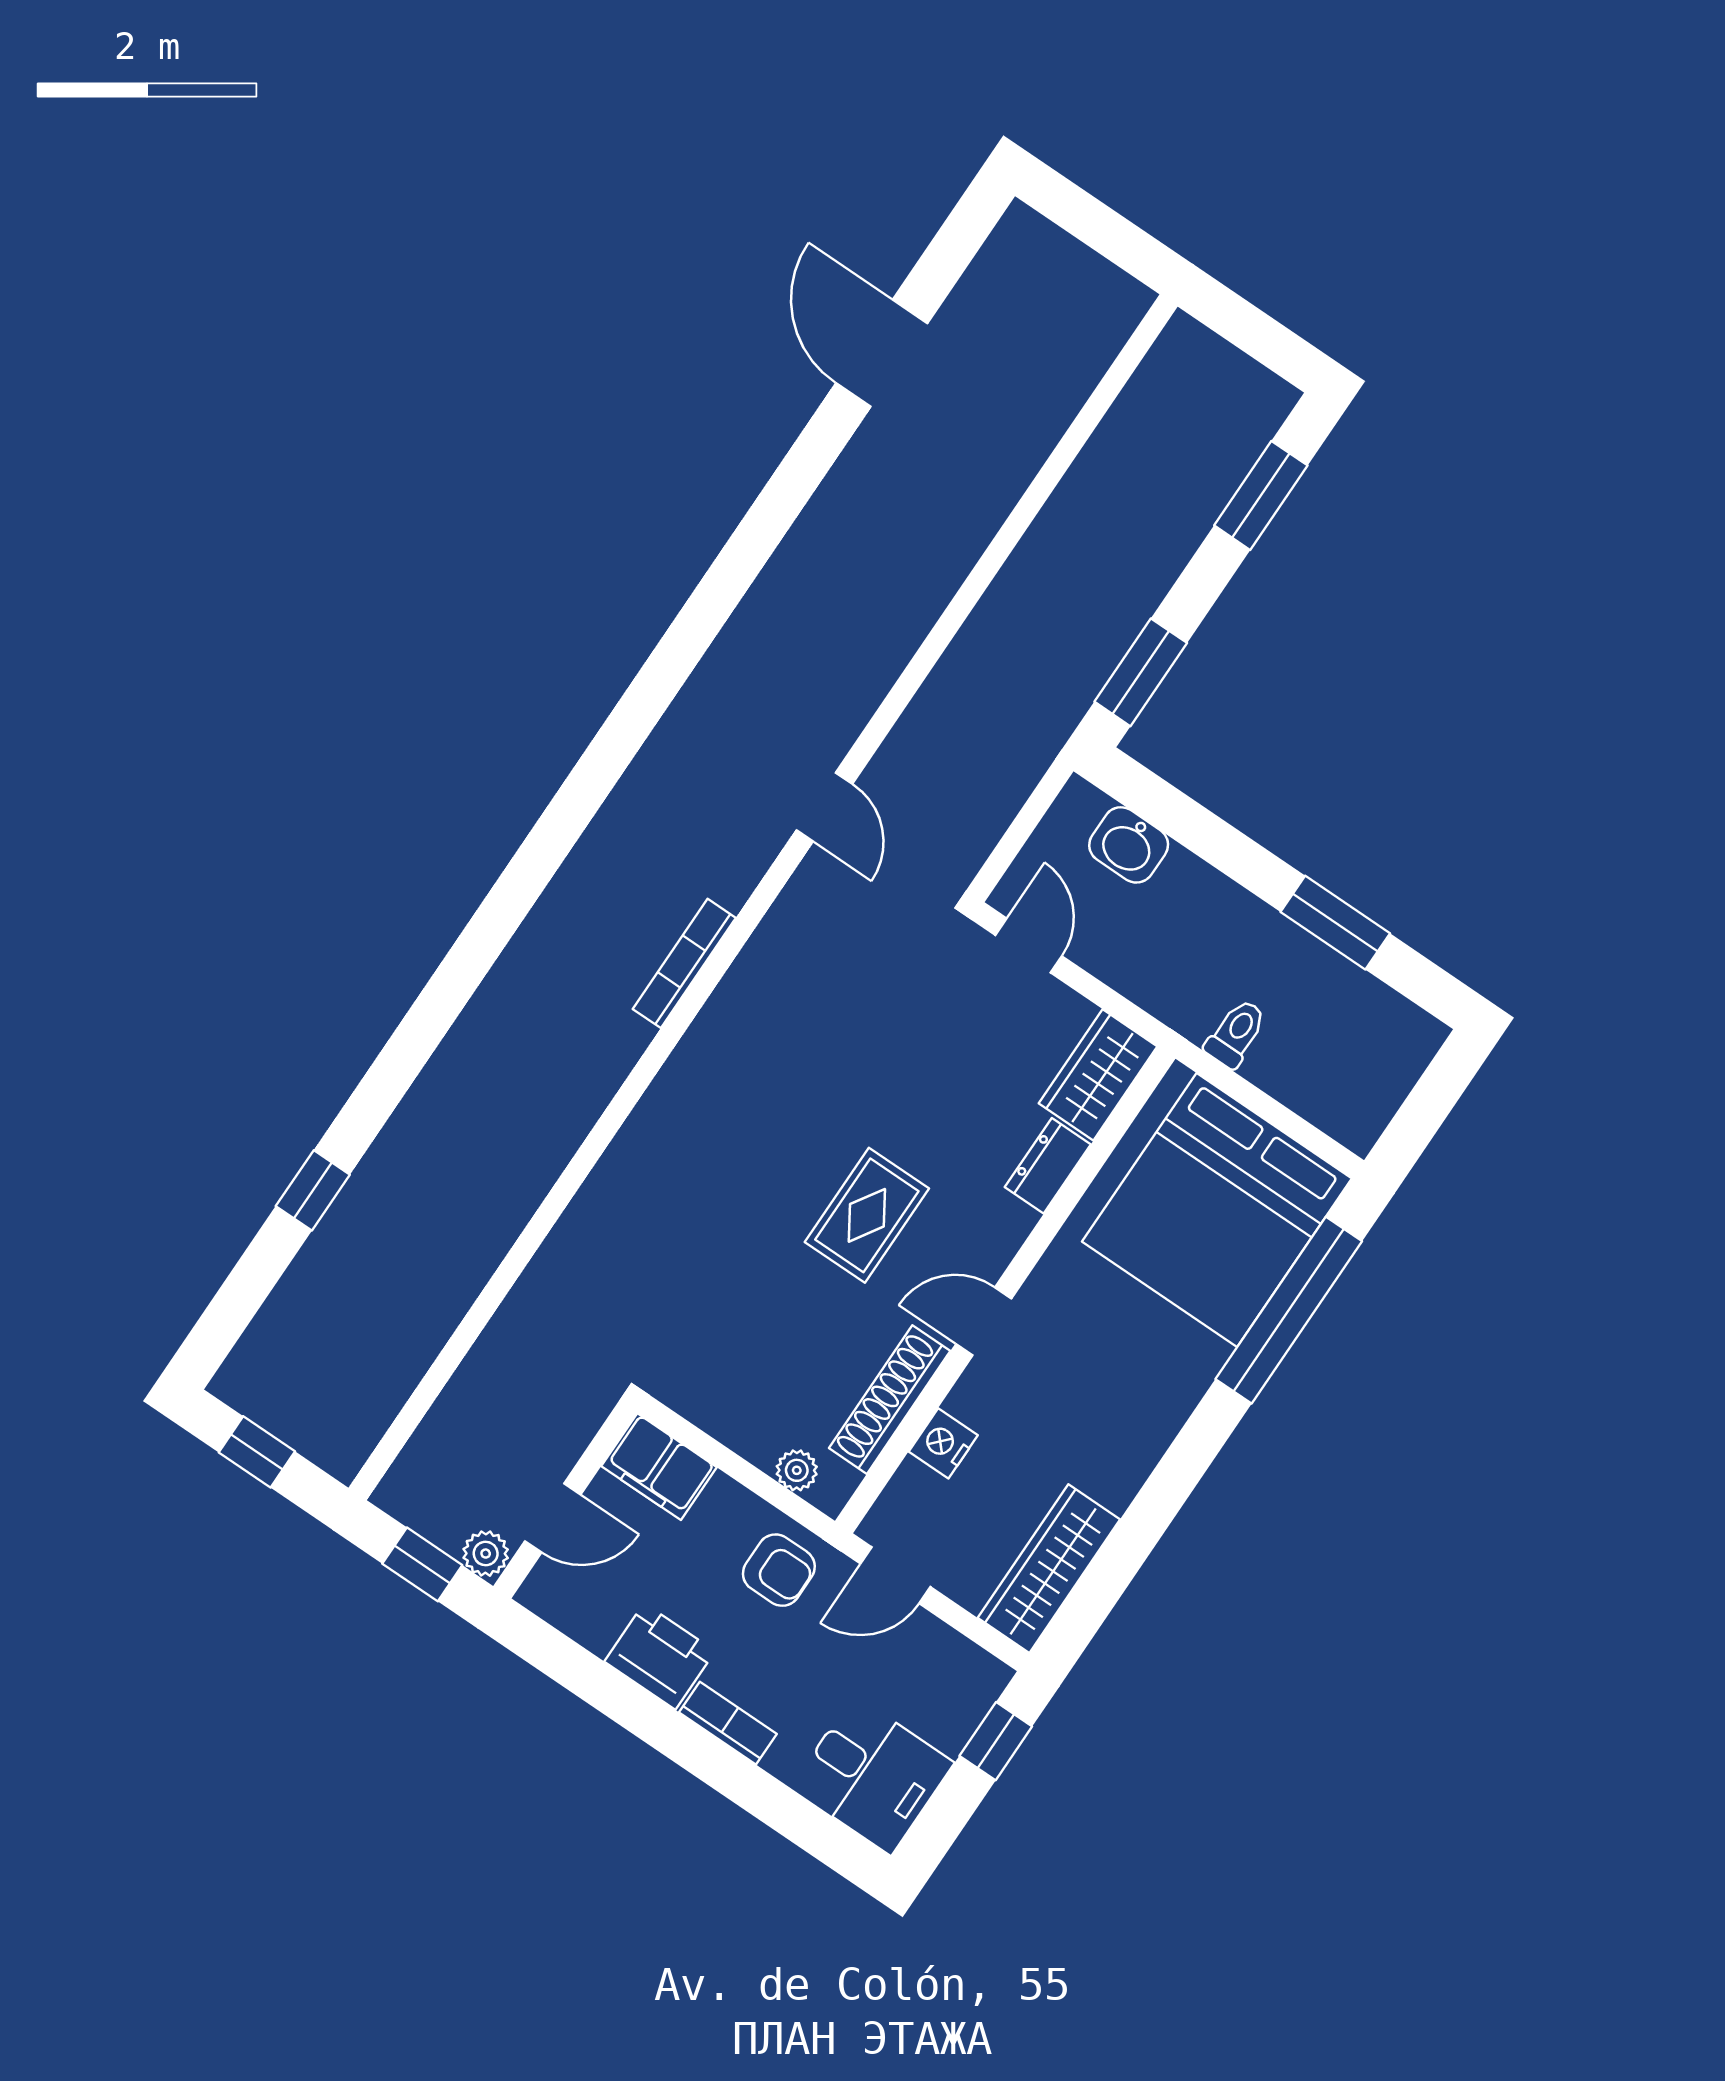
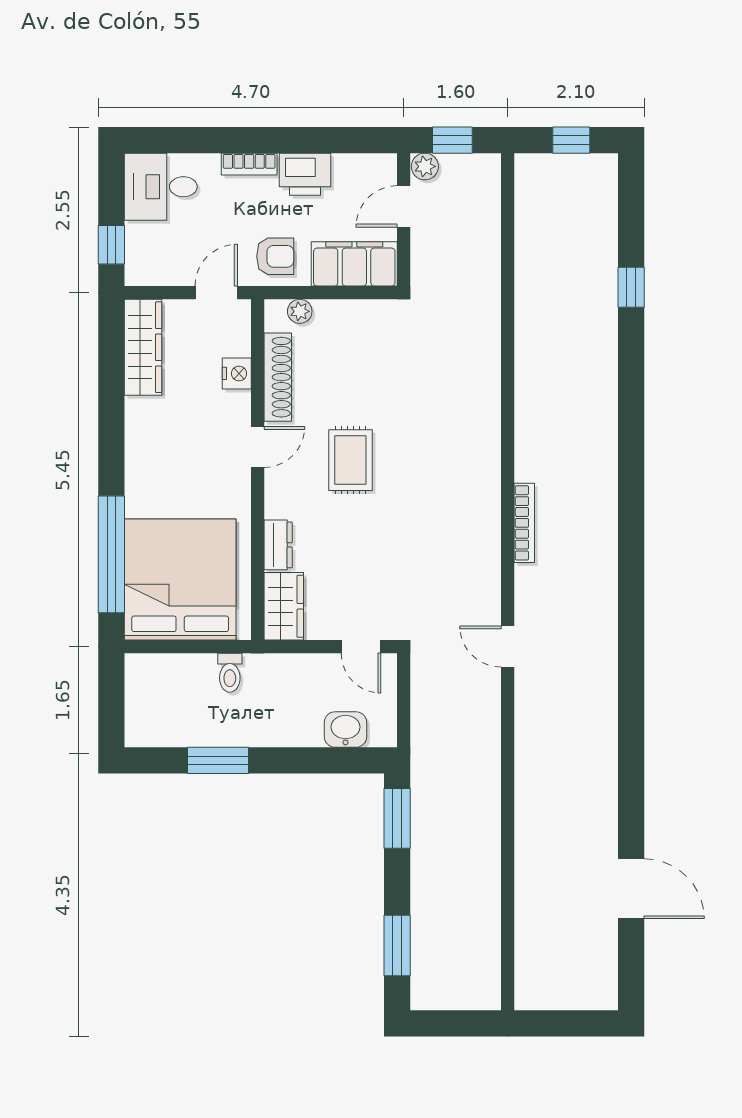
filing cabinet: (659, 1467) -> (354, 264), width x1.50, depth x1.17
armchair: (779, 1570) -> (275, 256), turned 180

